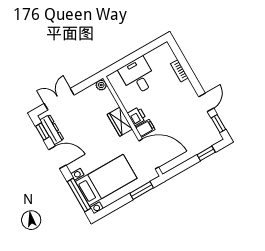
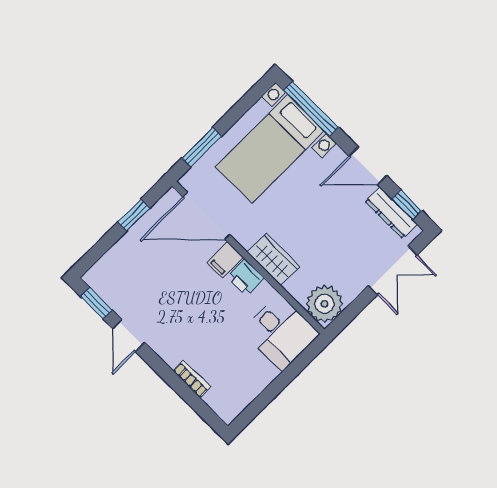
desk: (138, 76) -> (281, 332), moved
plant: (101, 85) -> (325, 304), width x1.87, depth x1.87
window: (206, 153) -> (134, 215), moved

